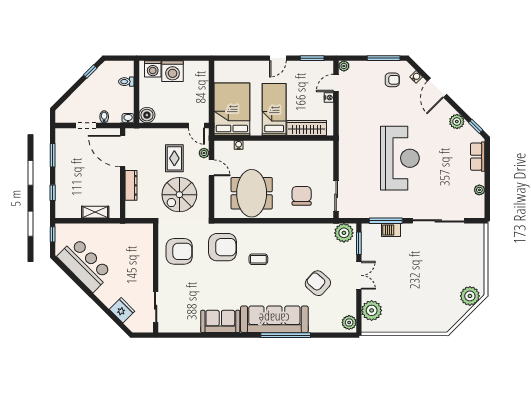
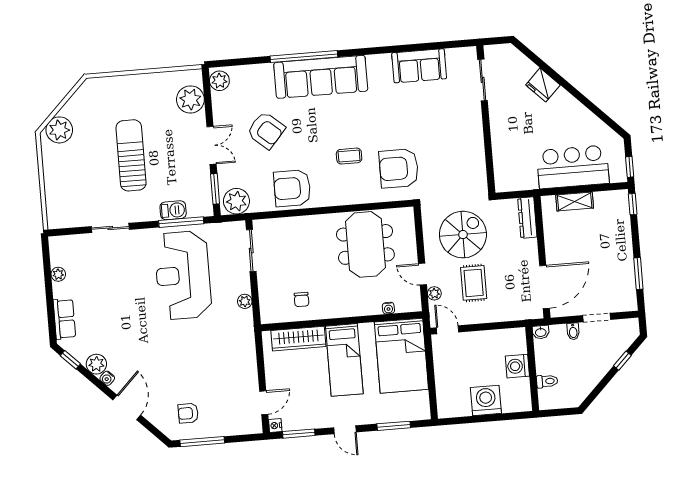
window: (242, 58) -> (394, 426), added
door: (278, 58) -> (345, 430), swing flipped
plant: (344, 66) -> (245, 301), moved
washing machine: (153, 69) -> (517, 366), moved, turned -90
window: (90, 72) -> (622, 361), moved
water cooler: (416, 77) -> (107, 378), moved
nightstand: (329, 98) -> (275, 426), moved
boiler: (147, 115) -> (516, 338), removed
door: (123, 151) -> (544, 287), hinge flipped
reception desk: (400, 158) -> (183, 275), moved
dresser: (131, 185) -> (527, 218), moved
window: (53, 193) -> (633, 204), moved
chair: (302, 196) -> (302, 300), moved, width x0.54, depth x0.54
sliding door: (438, 221) -> (110, 228), width x0.54
armchair: (179, 251) -> (292, 188), moved
bar counter: (85, 265) -> (573, 167), moved, turned 135
sun lounger: (419, 273) -> (131, 155), added
double door: (359, 275) -> (211, 145), swing flipped
fridge: (122, 310) -> (543, 85), moved
sofa: (220, 321) -> (419, 66), moved

